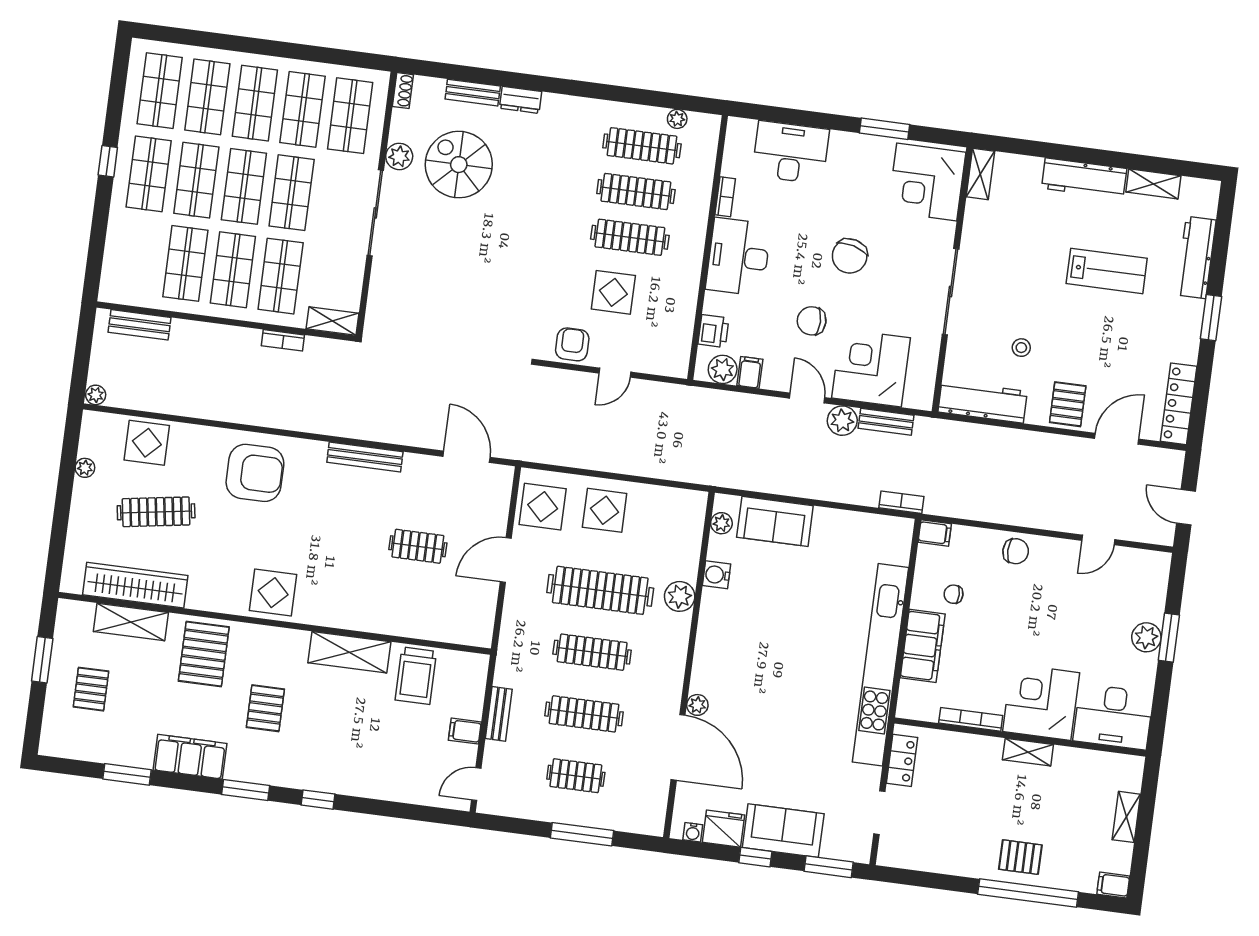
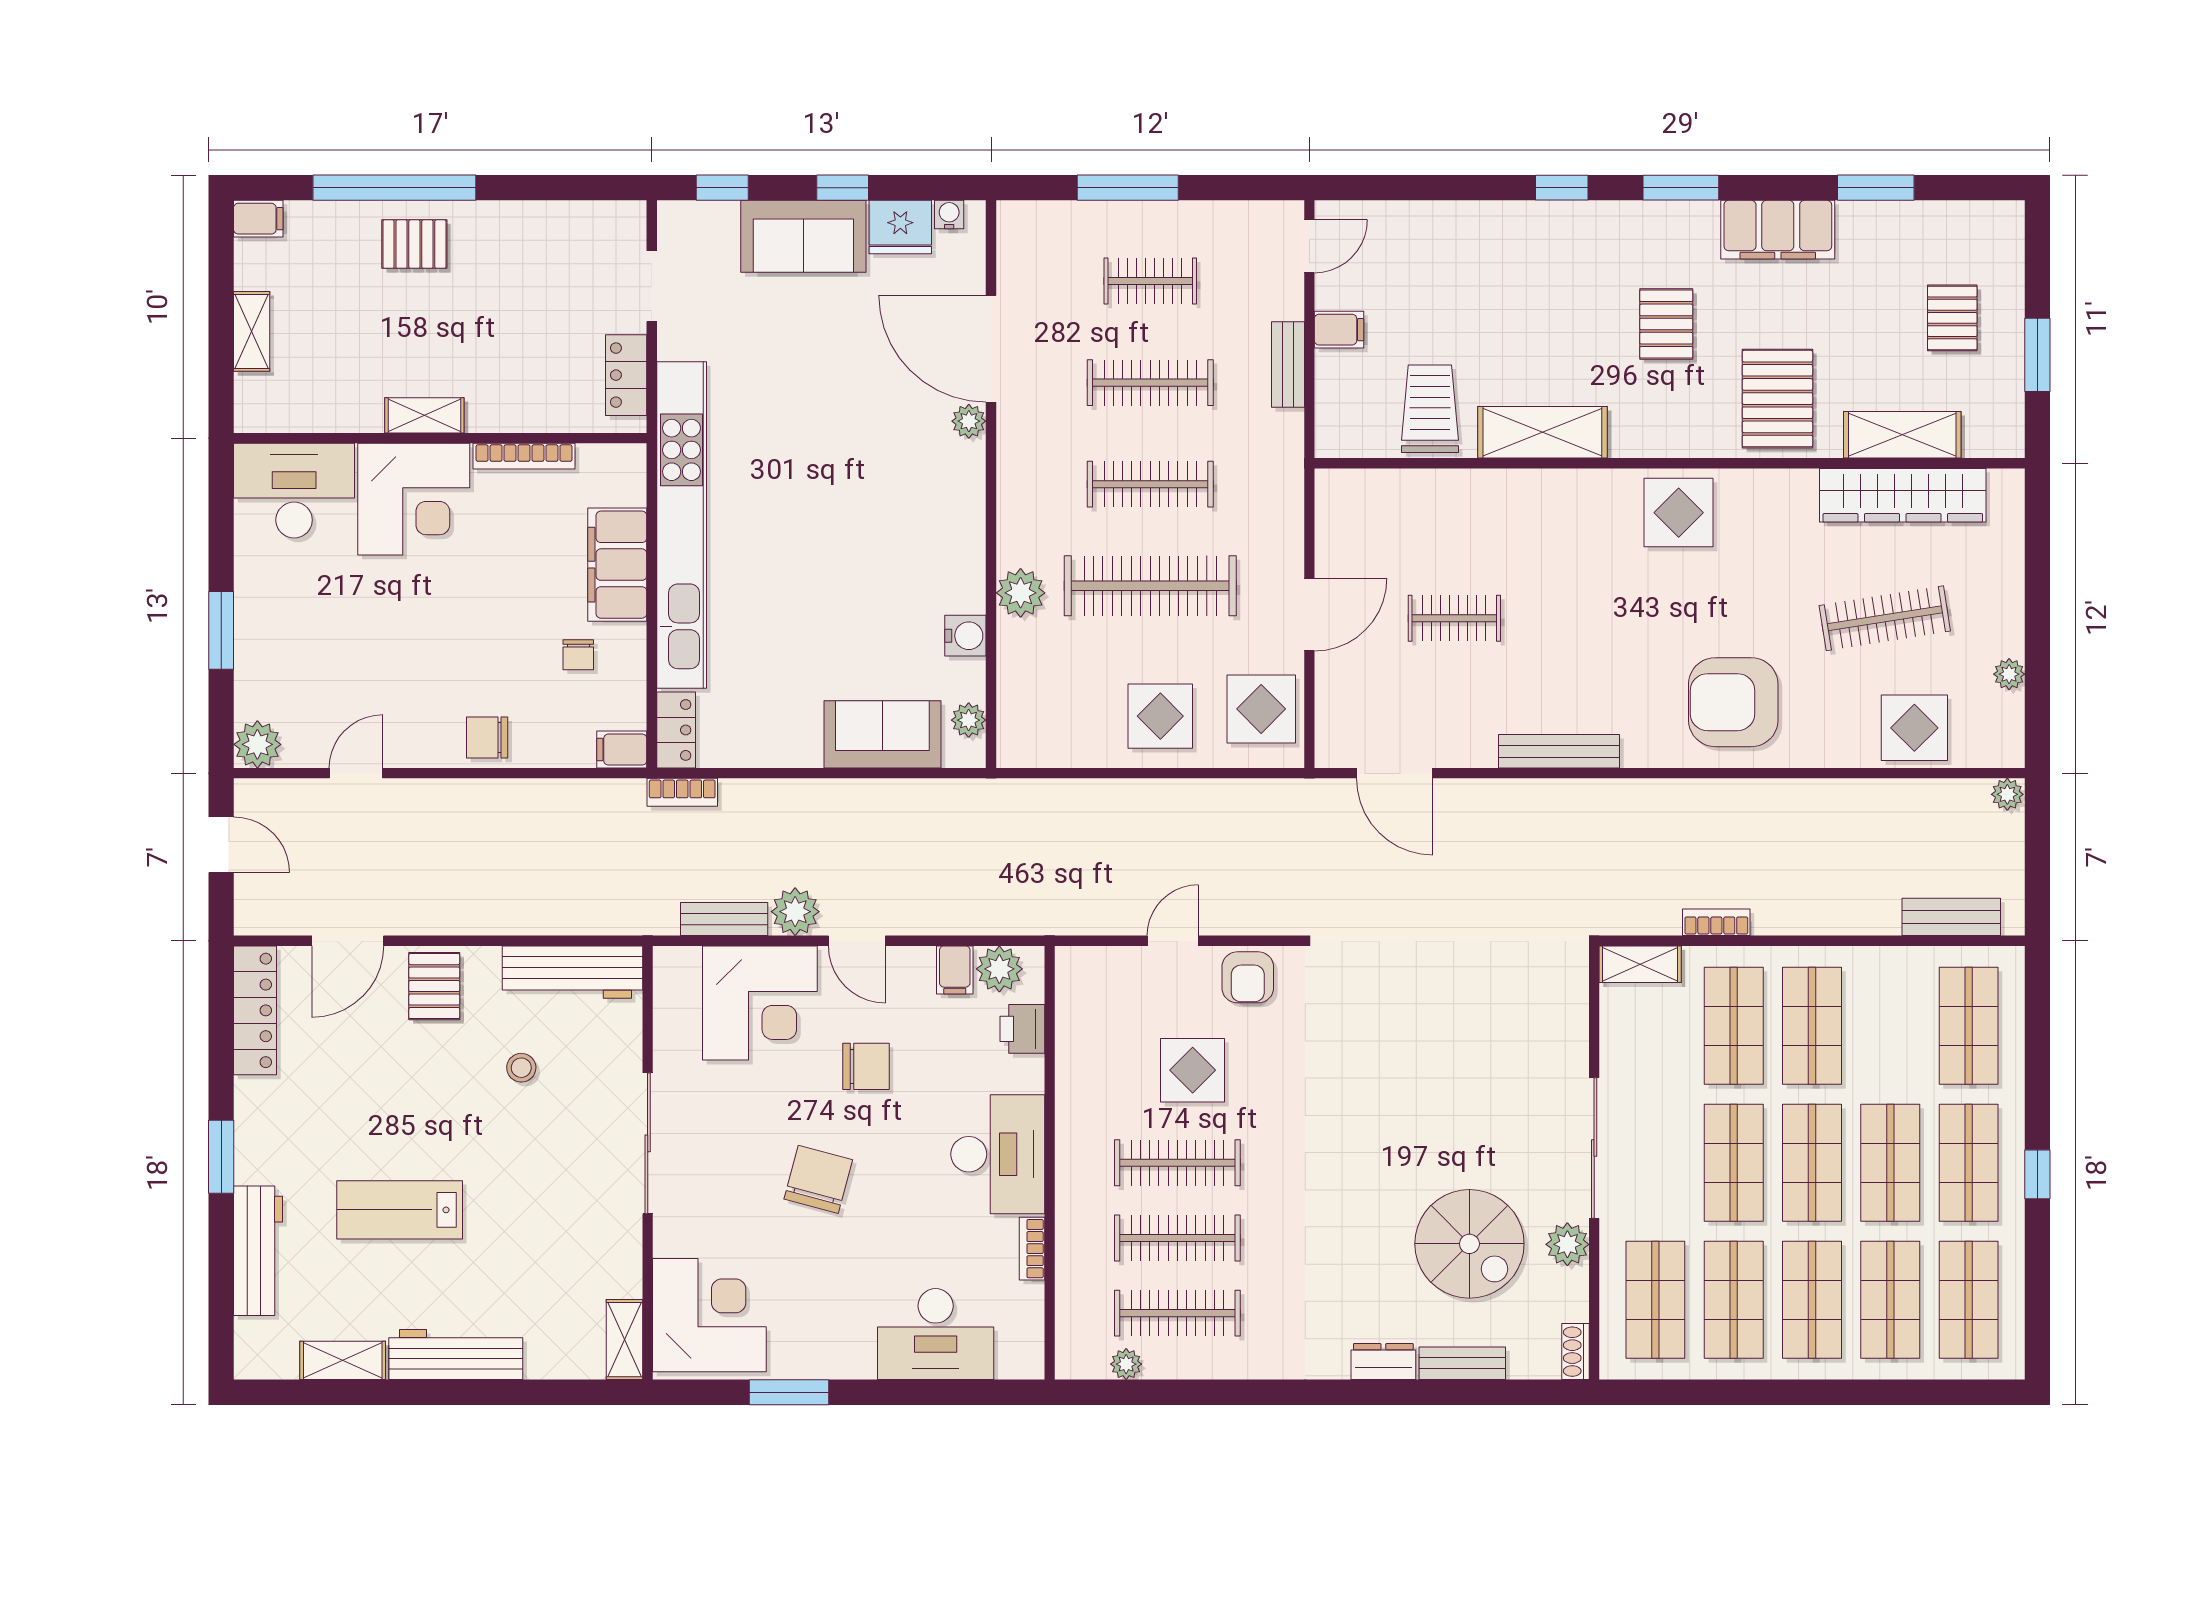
shop shelf: (185, 263) -> (1969, 1026), moved
locker: (900, 541) -> (676, 730), added
chair: (954, 594) -> (578, 655), turned 90
plant: (1146, 637) -> (257, 744), moved
window: (829, 867) -> (722, 188), width x0.67

